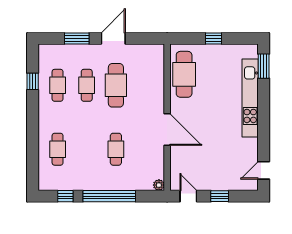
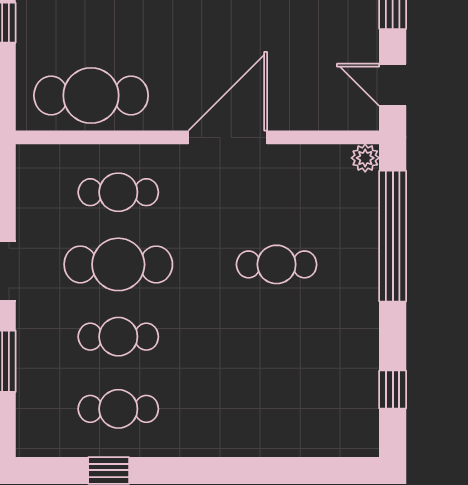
cafe table: (58, 149) -> (118, 192), moved
window: (109, 196) -> (393, 236), moved
door: (188, 196) -> (393, 85), hinge flipped

